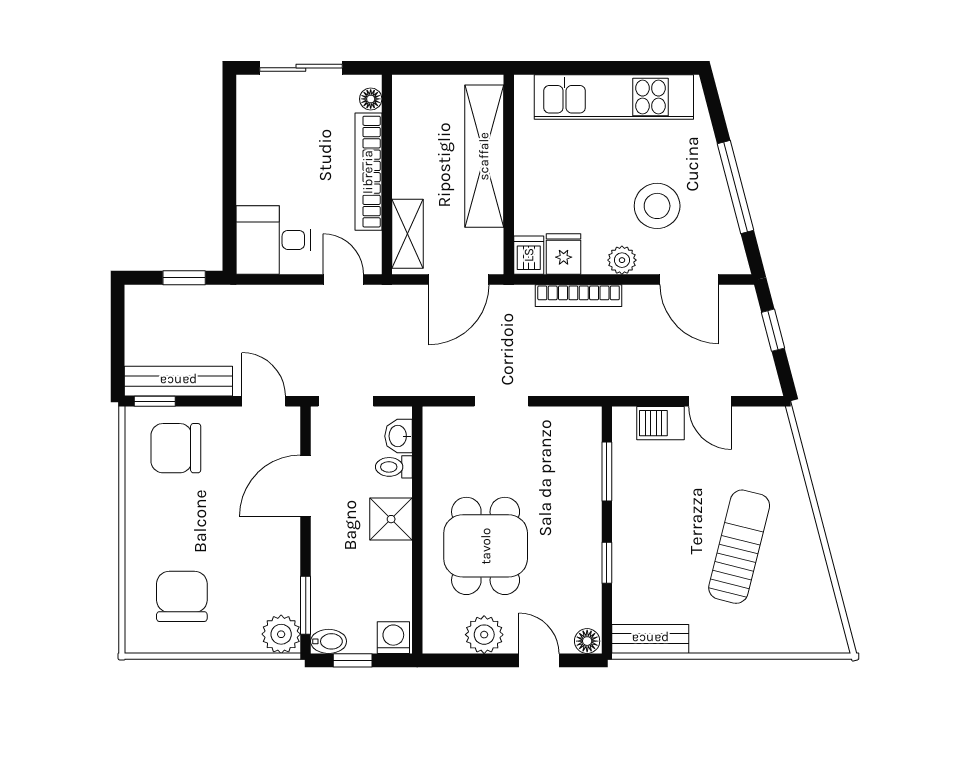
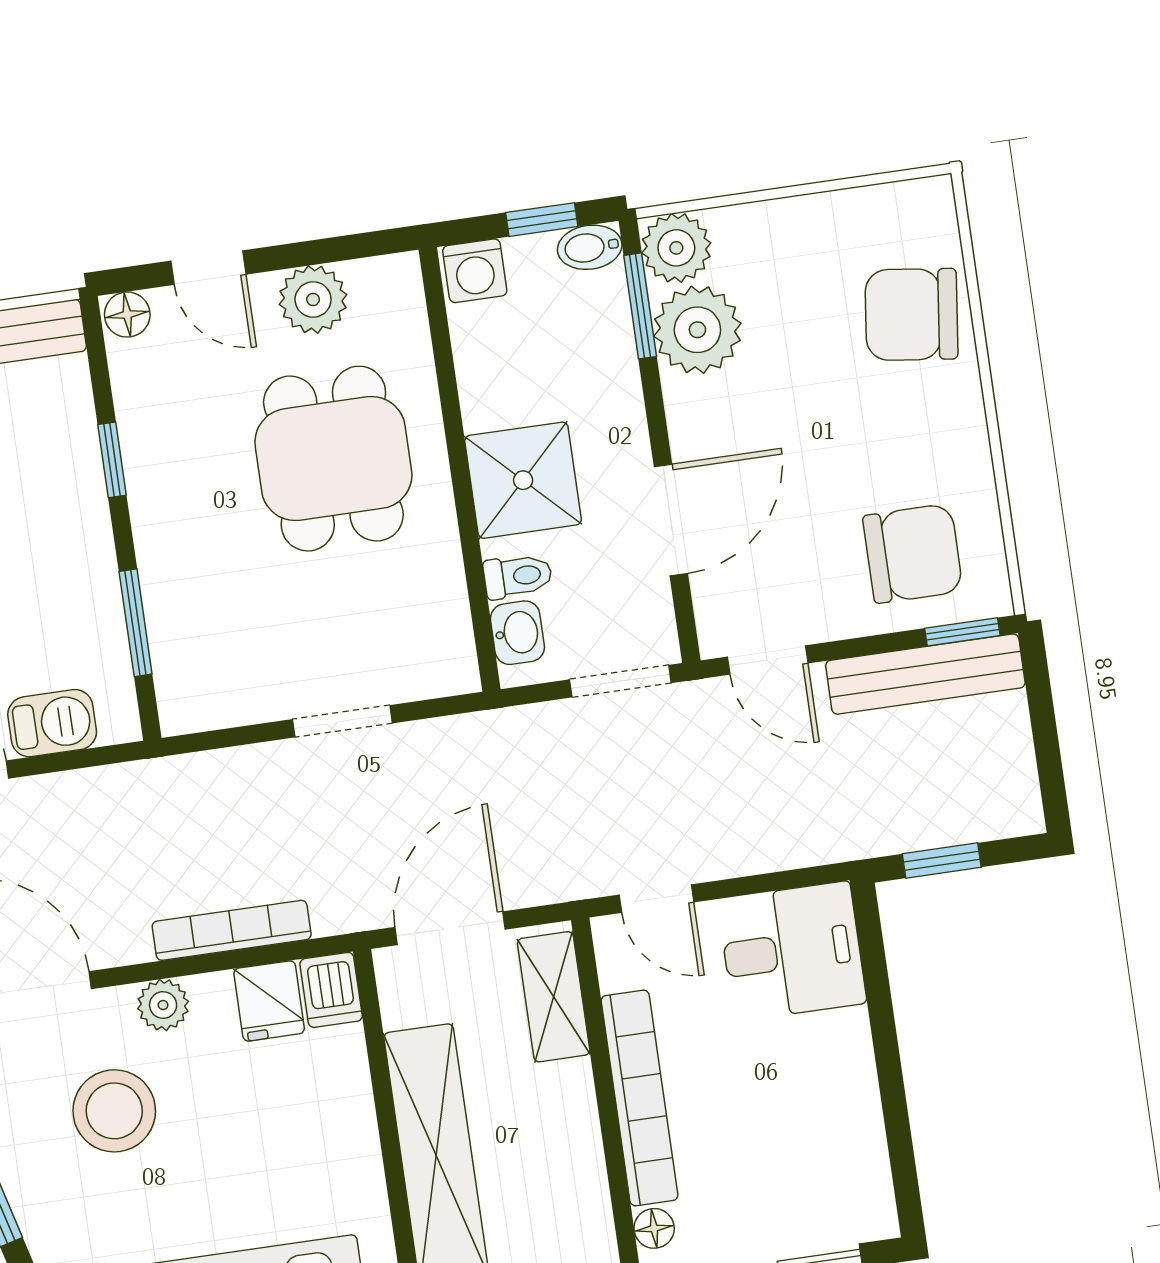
shower: (391, 519) -> (523, 480), width x1.36, depth x1.36
plant: (276, 588) -> (697, 330), added
chair: (182, 596) -> (911, 314), moved, turned 97

